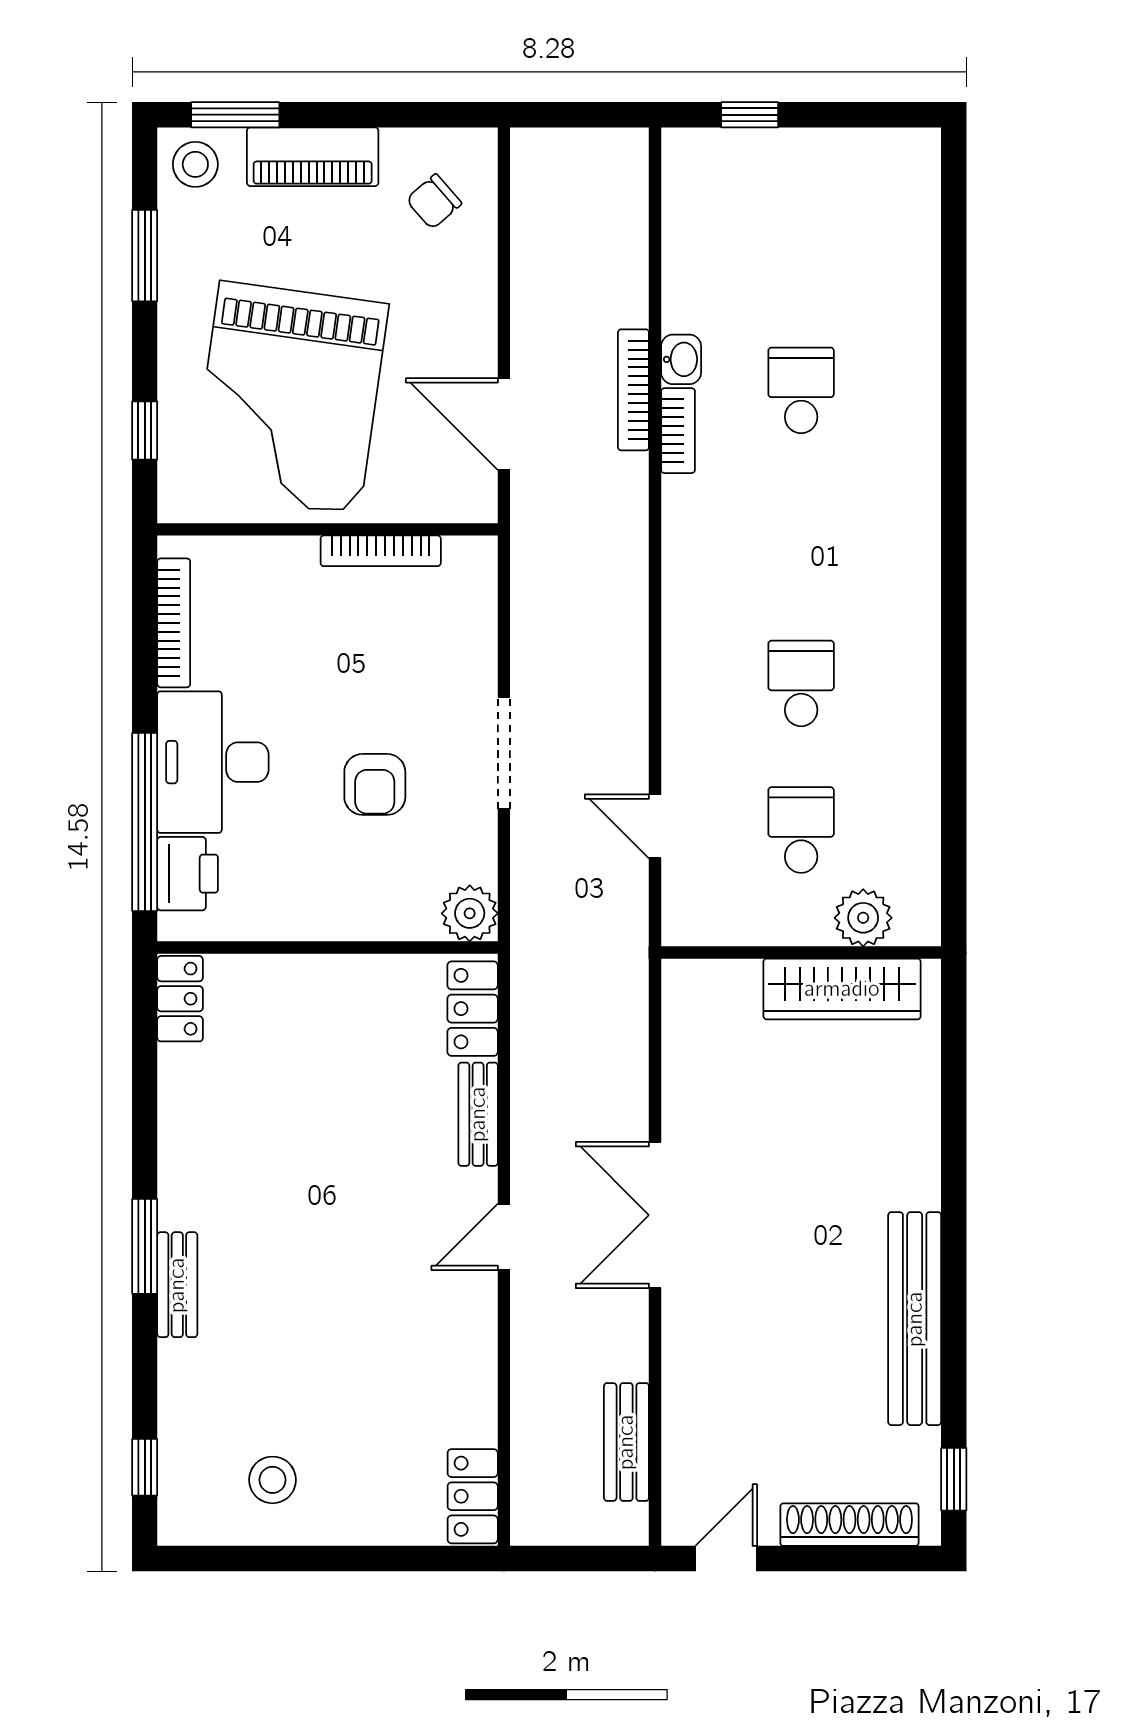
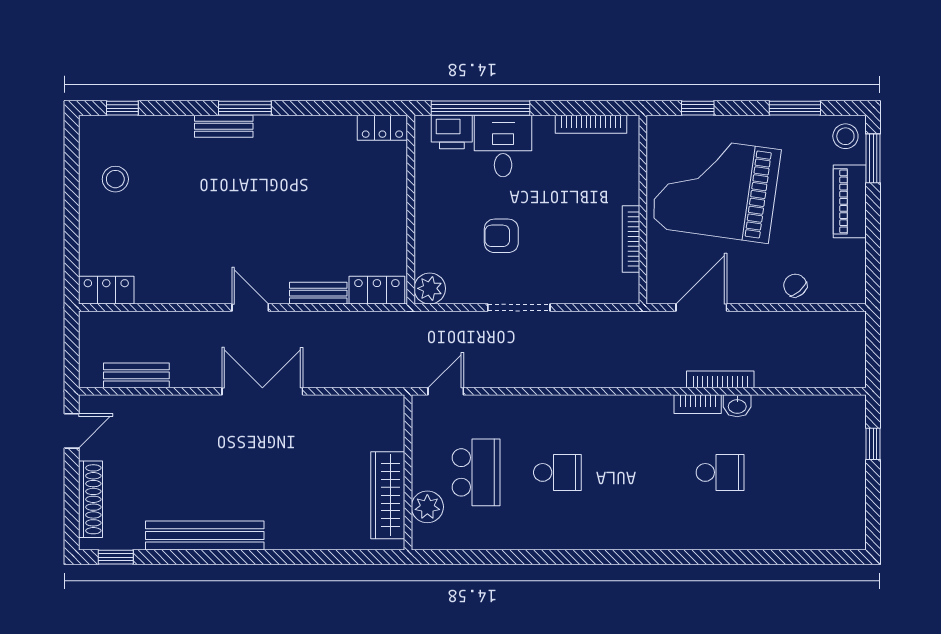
chair: (434, 202) -> (795, 285), moved
desk: (213, 762) -> (503, 146), width x0.73
door: (655, 826) -> (446, 391), moved
school desk: (801, 830) -> (476, 472), width x1.85
door: (726, 1559) -> (72, 431), hinge flipped

